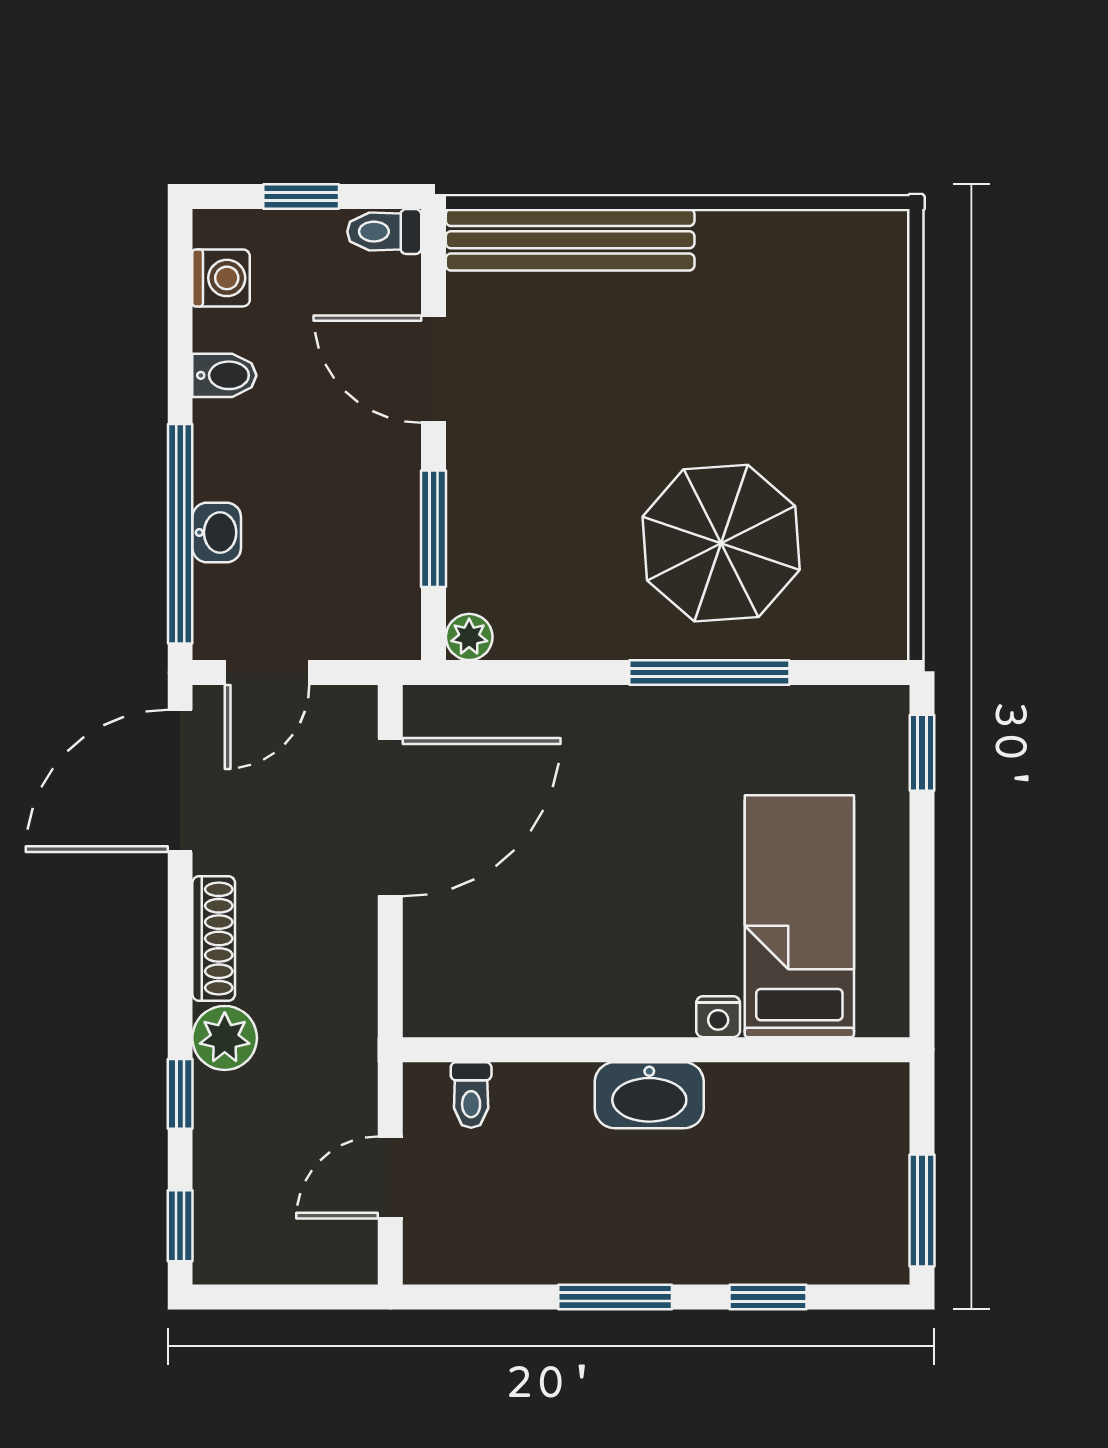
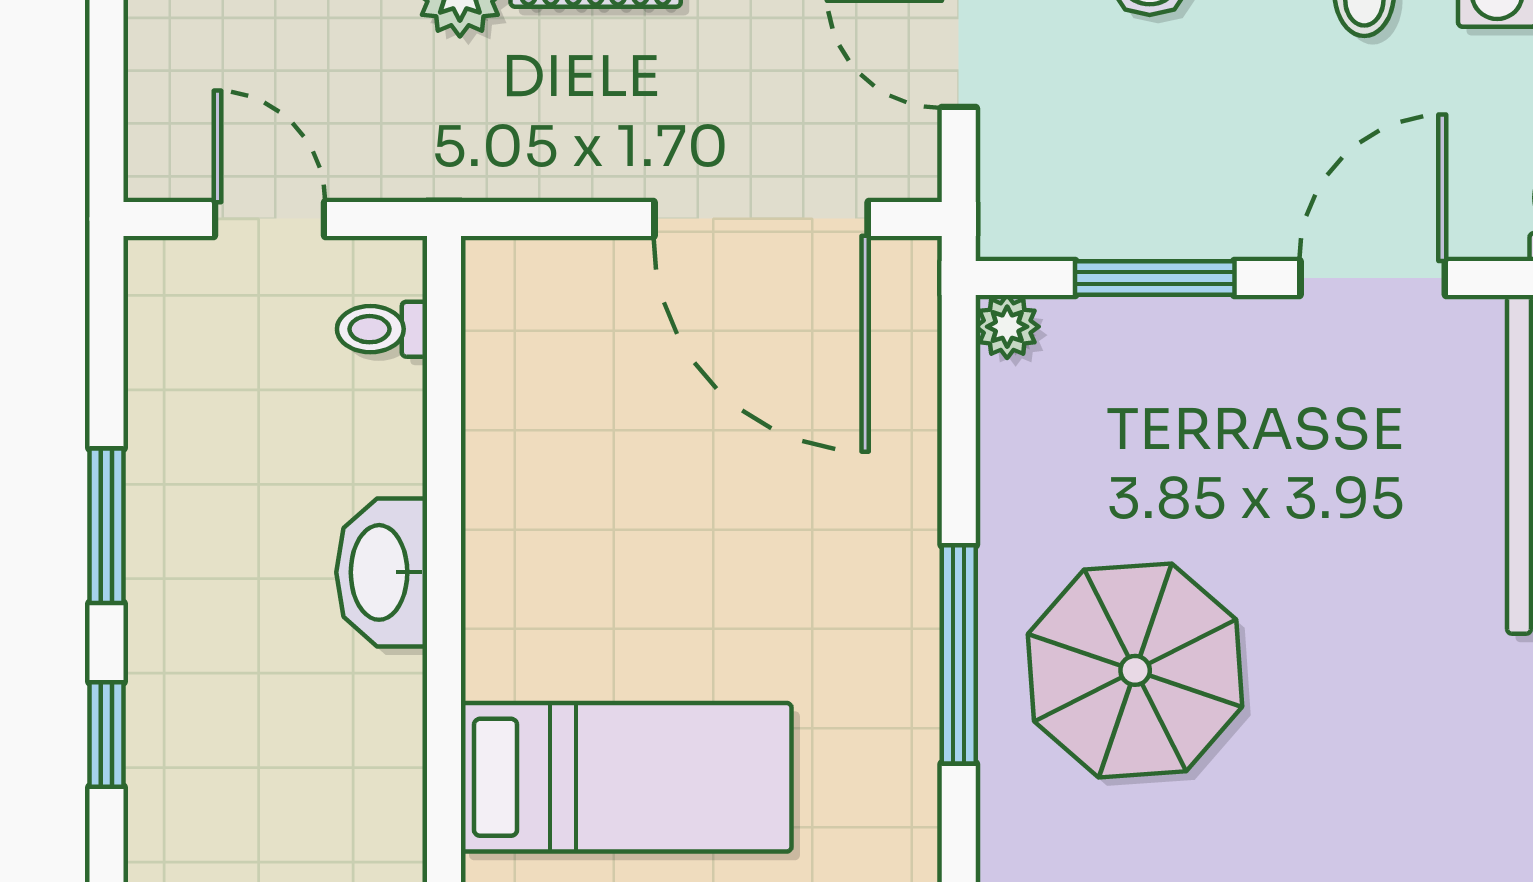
nightstand: (718, 1017) -> (489, 666), removed

